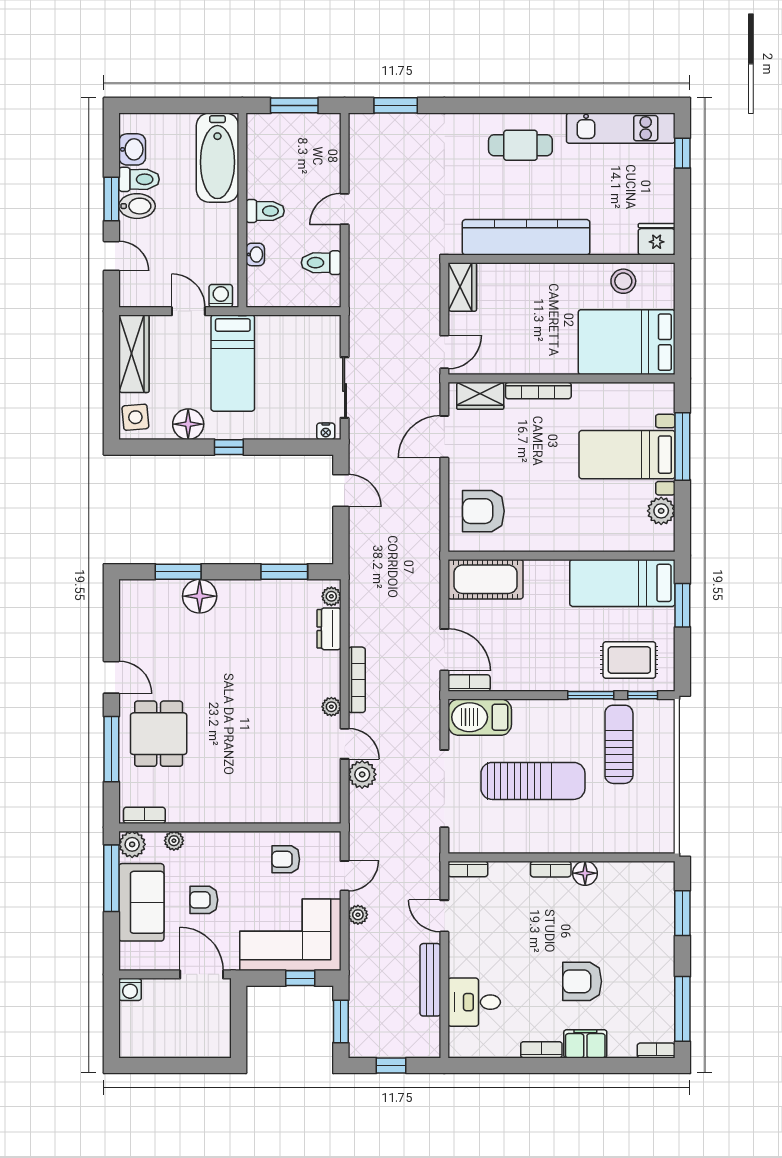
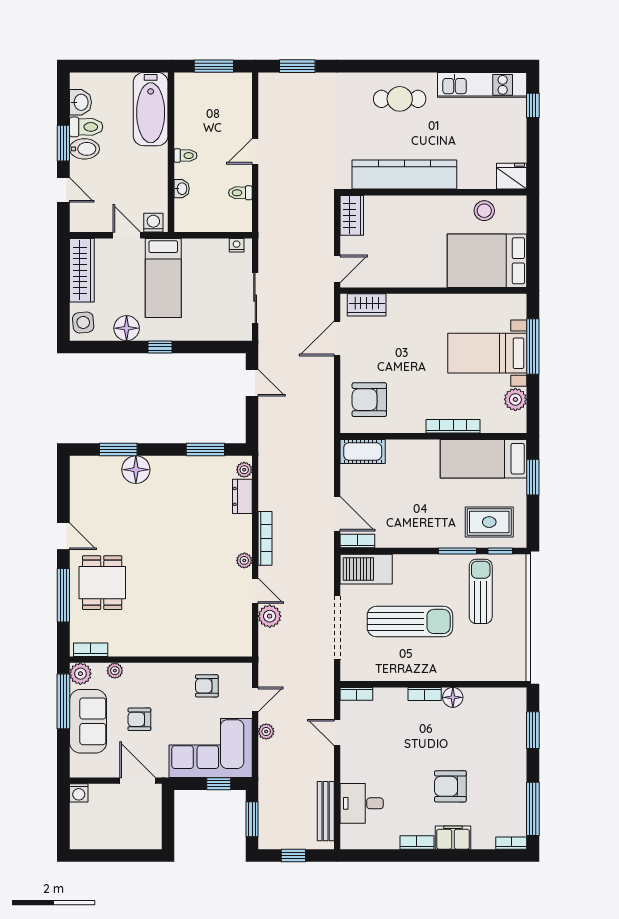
toilet: (265, 211) -> (185, 156), width x0.73, depth x0.72
toilet: (321, 263) -> (240, 193), width x0.73, depth x0.72
bookcase: (538, 391) -> (453, 426), moved, turned 180
nightstand: (326, 431) -> (237, 245), moved, turned 180
cot: (485, 579) -> (363, 451), width x0.73, depth x0.75
bench: (430, 980) -> (326, 811), moved

